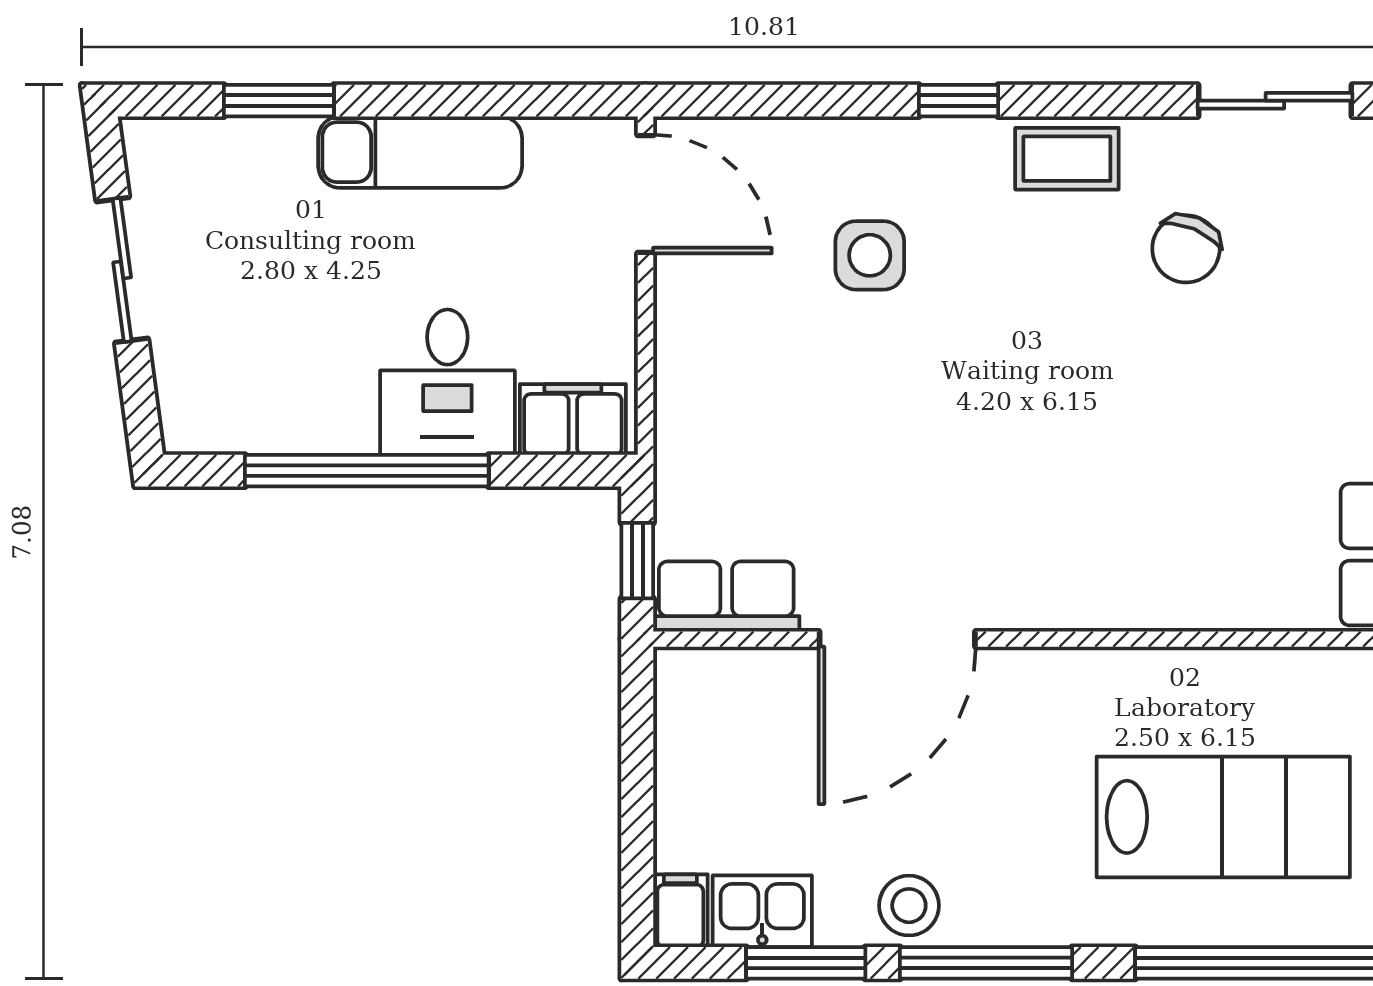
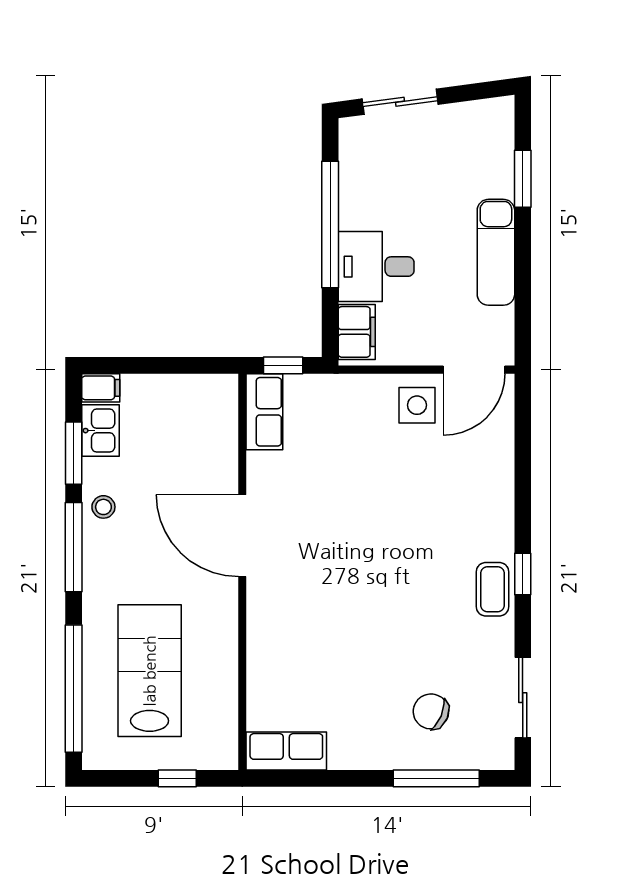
window: (959, 101) -> (523, 574), moved
chair: (1186, 249) -> (431, 711), moved
side table: (870, 255) -> (417, 405), moved
sliding door: (122, 270) -> (400, 102), moved
door: (897, 639) -> (242, 536), moved
lab bench: (1223, 817) -> (150, 671), turned 180
stool: (909, 906) -> (103, 507), width x0.73, depth x0.73

